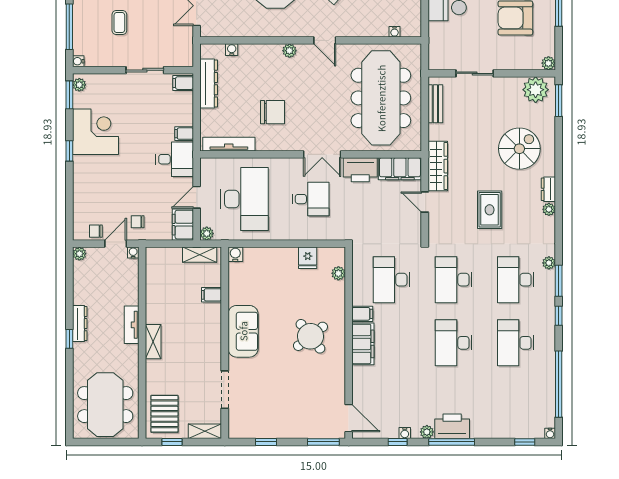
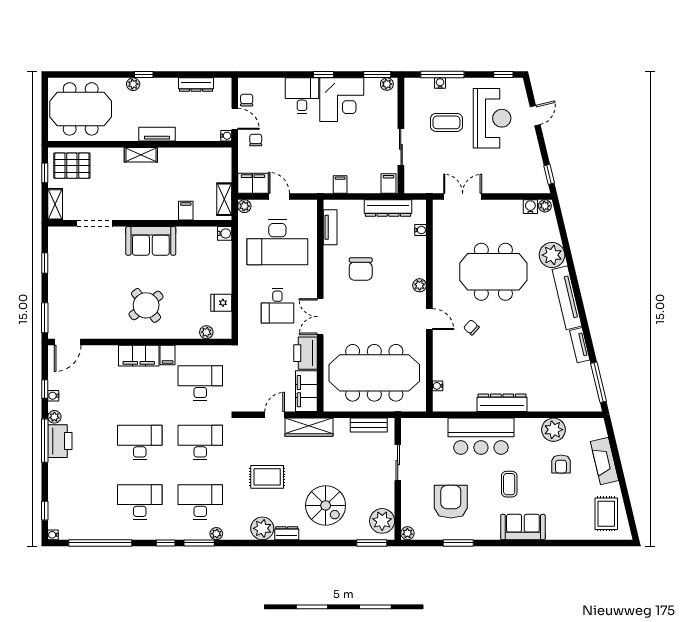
coffee table: (119, 23) -> (446, 122), width x1.36, depth x1.30
door: (325, 40) -> (429, 319), swing flipped
water cooler: (78, 61) -> (440, 83), moved
tv unit: (229, 144) -> (330, 227), width x0.71
desk: (175, 159) -> (302, 96), moved, turned 180
plant: (549, 209) -> (262, 528), width x1.87, depth x1.87
plant: (79, 254) -> (133, 84), moved
dresser: (80, 324) -> (196, 85), moved

